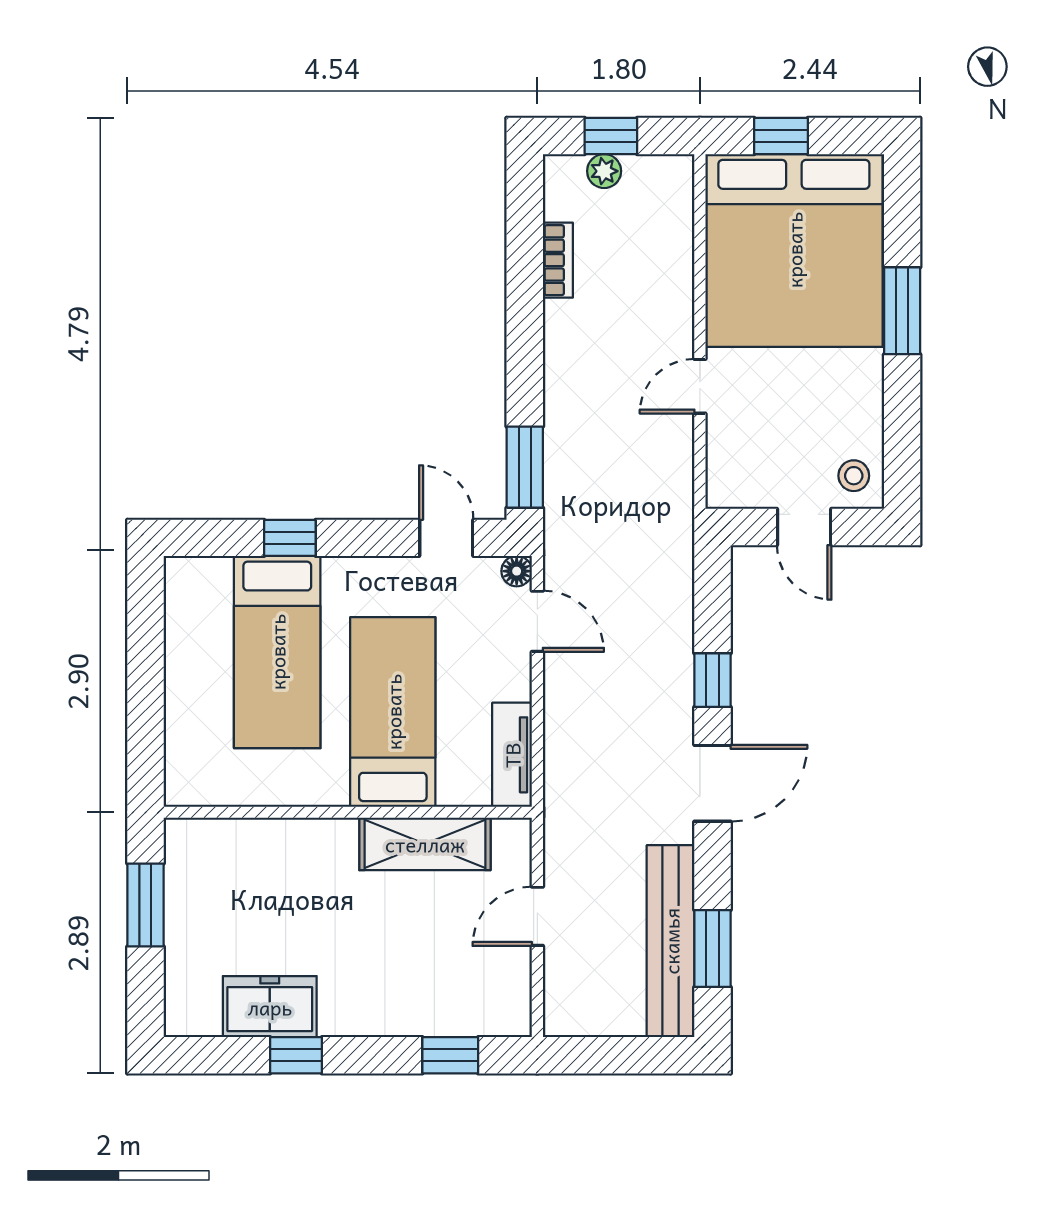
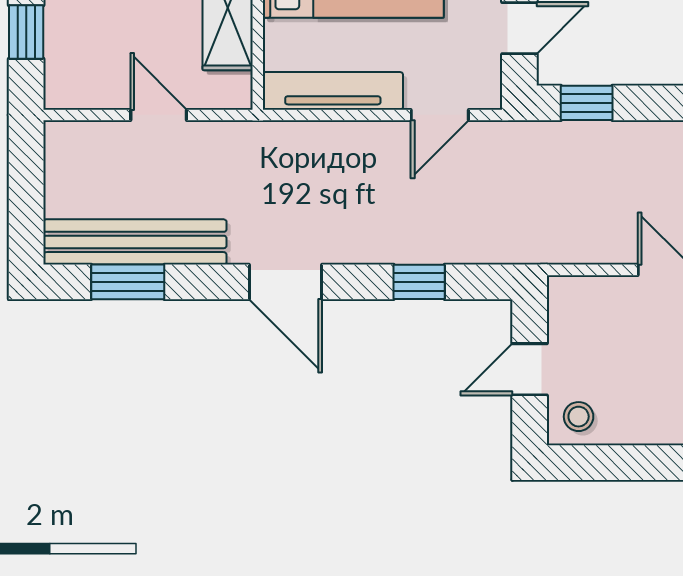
window: (525, 467) -> (587, 103), width x0.67
floor lamp: (517, 571) -> (488, 95), removed
window: (713, 680) -> (419, 282), moved
tv unit: (512, 755) -> (333, 91), width x1.41

